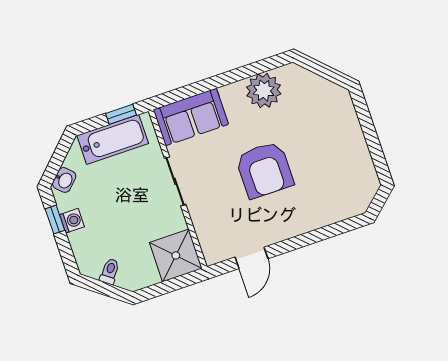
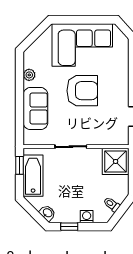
plant: (264, 91) -> (29, 75), width x0.53, depth x0.53
sofa: (191, 117) -> (35, 109), moved
corner sofa: (333, 147) -> (82, 45), added
washing machine: (72, 221) -> (87, 217), moved

